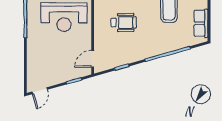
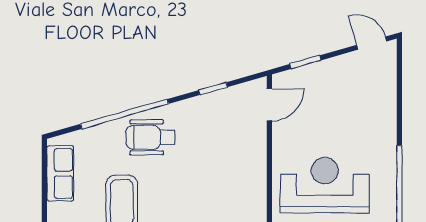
wheelchair: (124, 23) -> (151, 137), moved
door: (40, 91) -> (372, 43), hinge flipped

